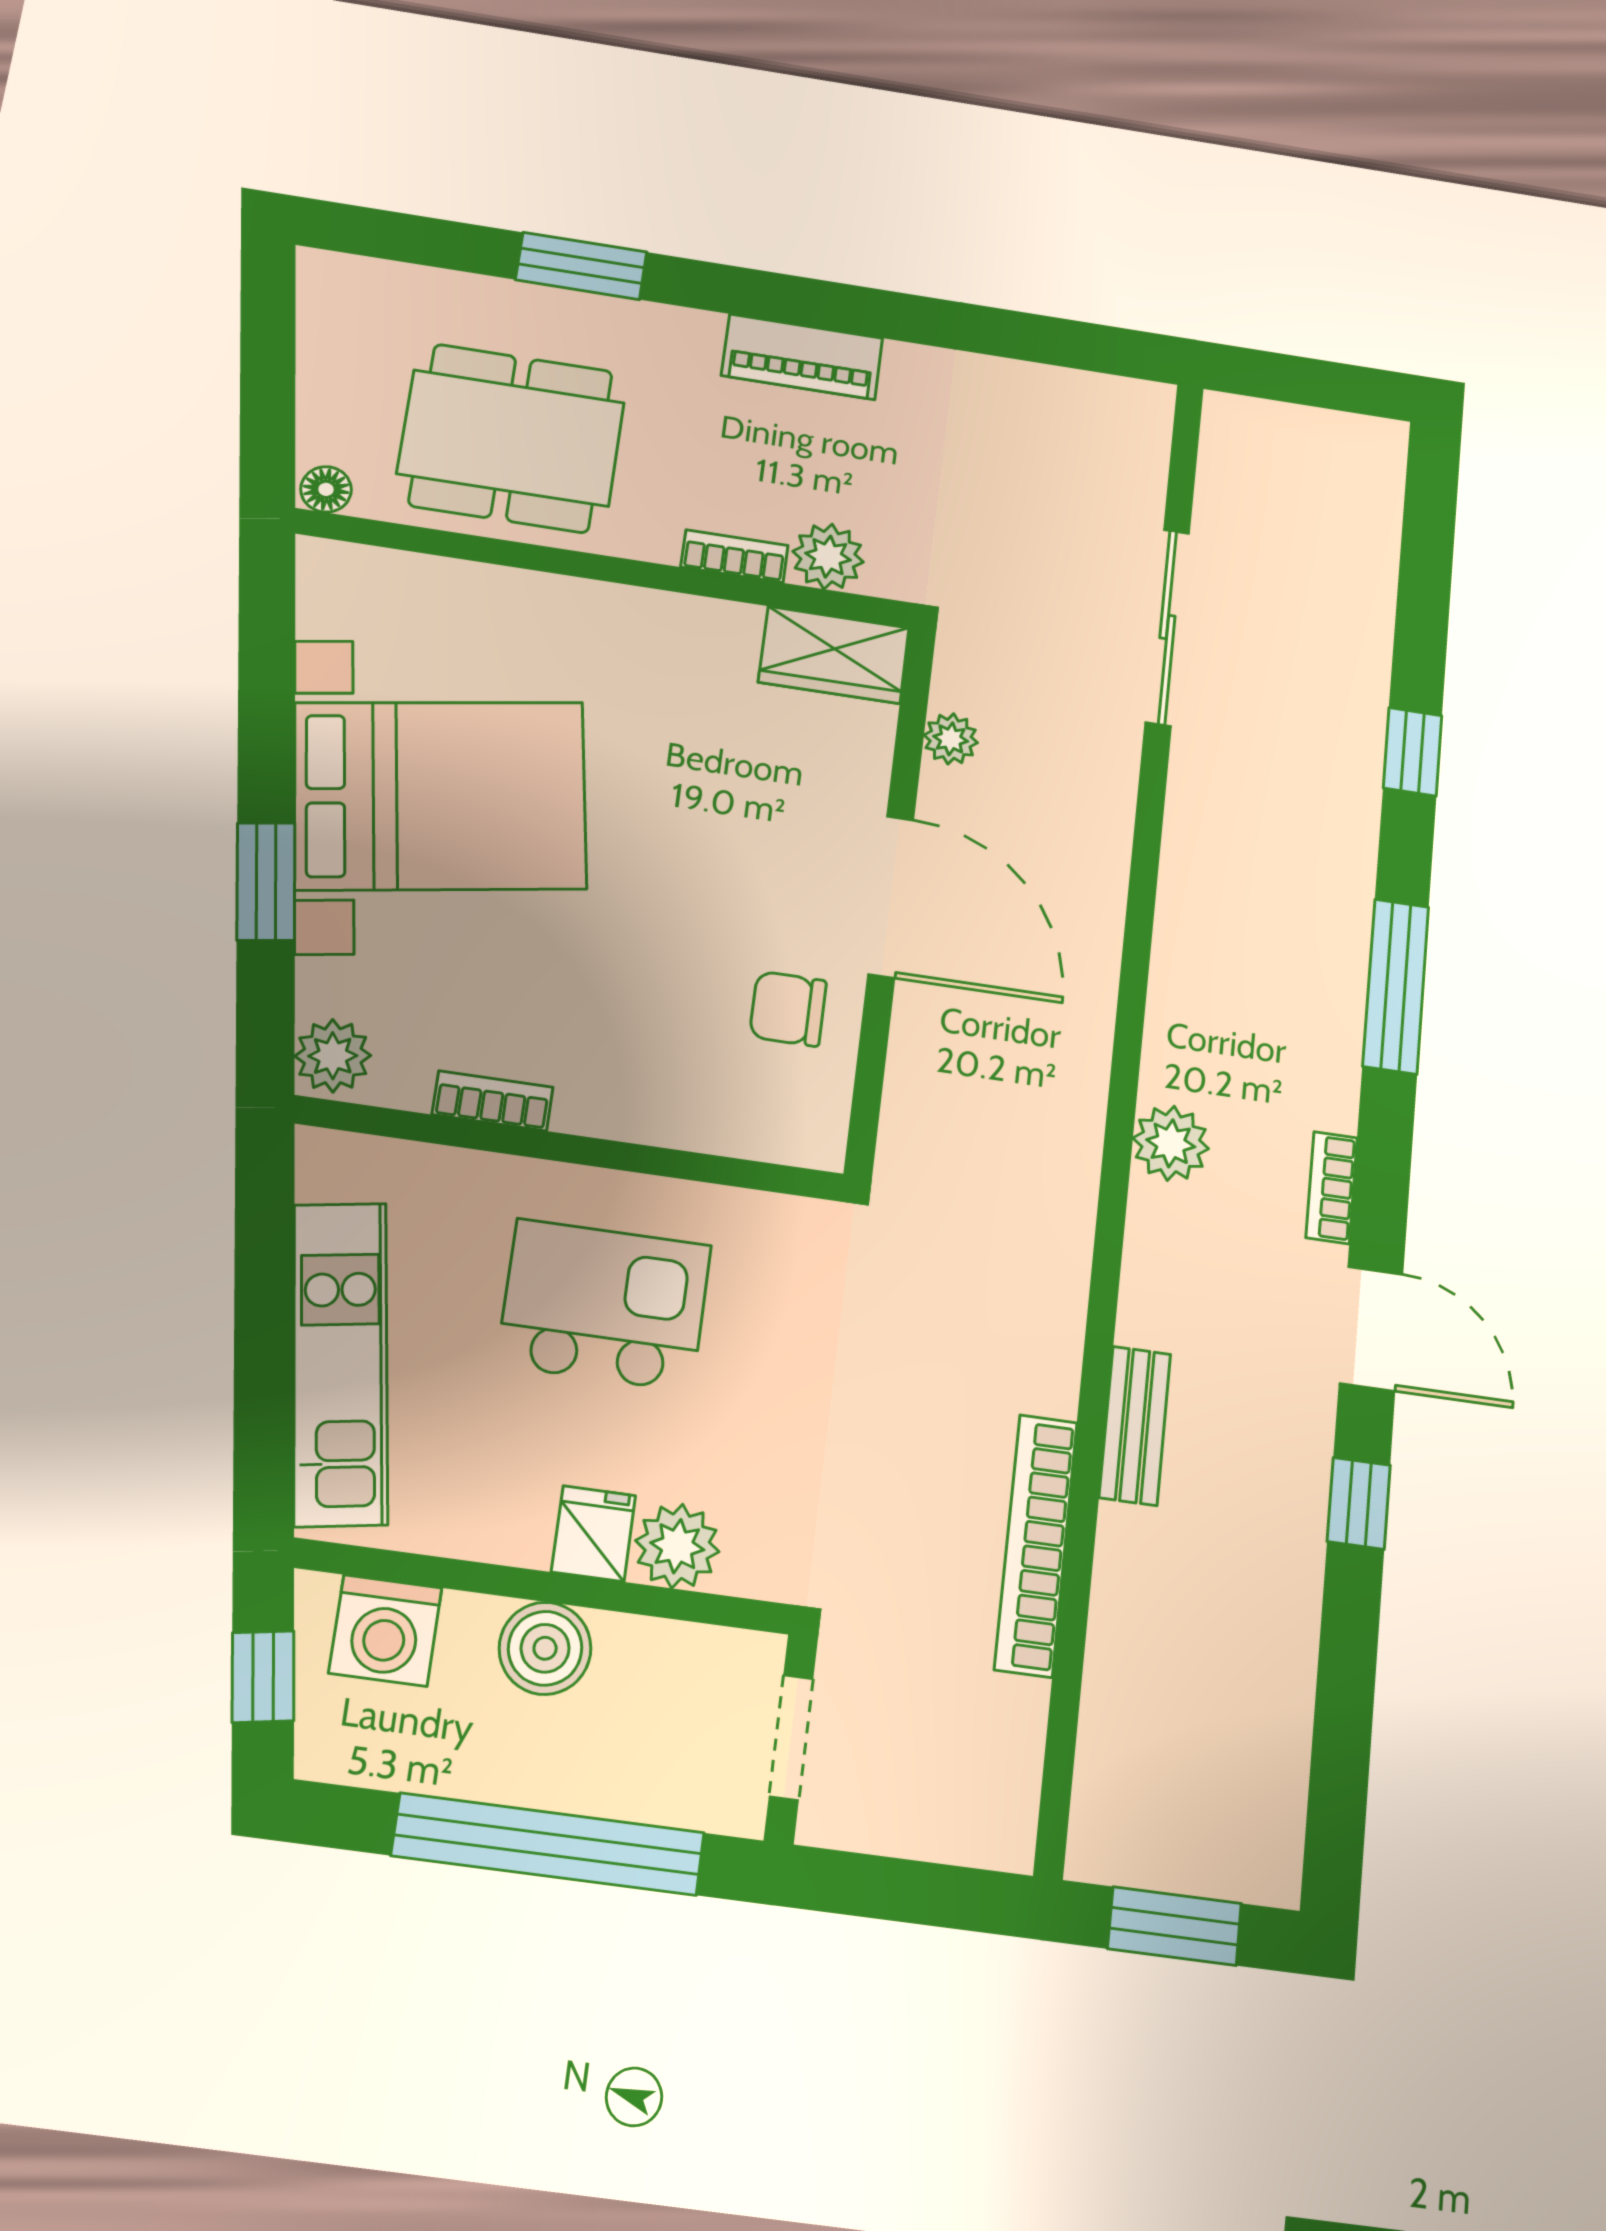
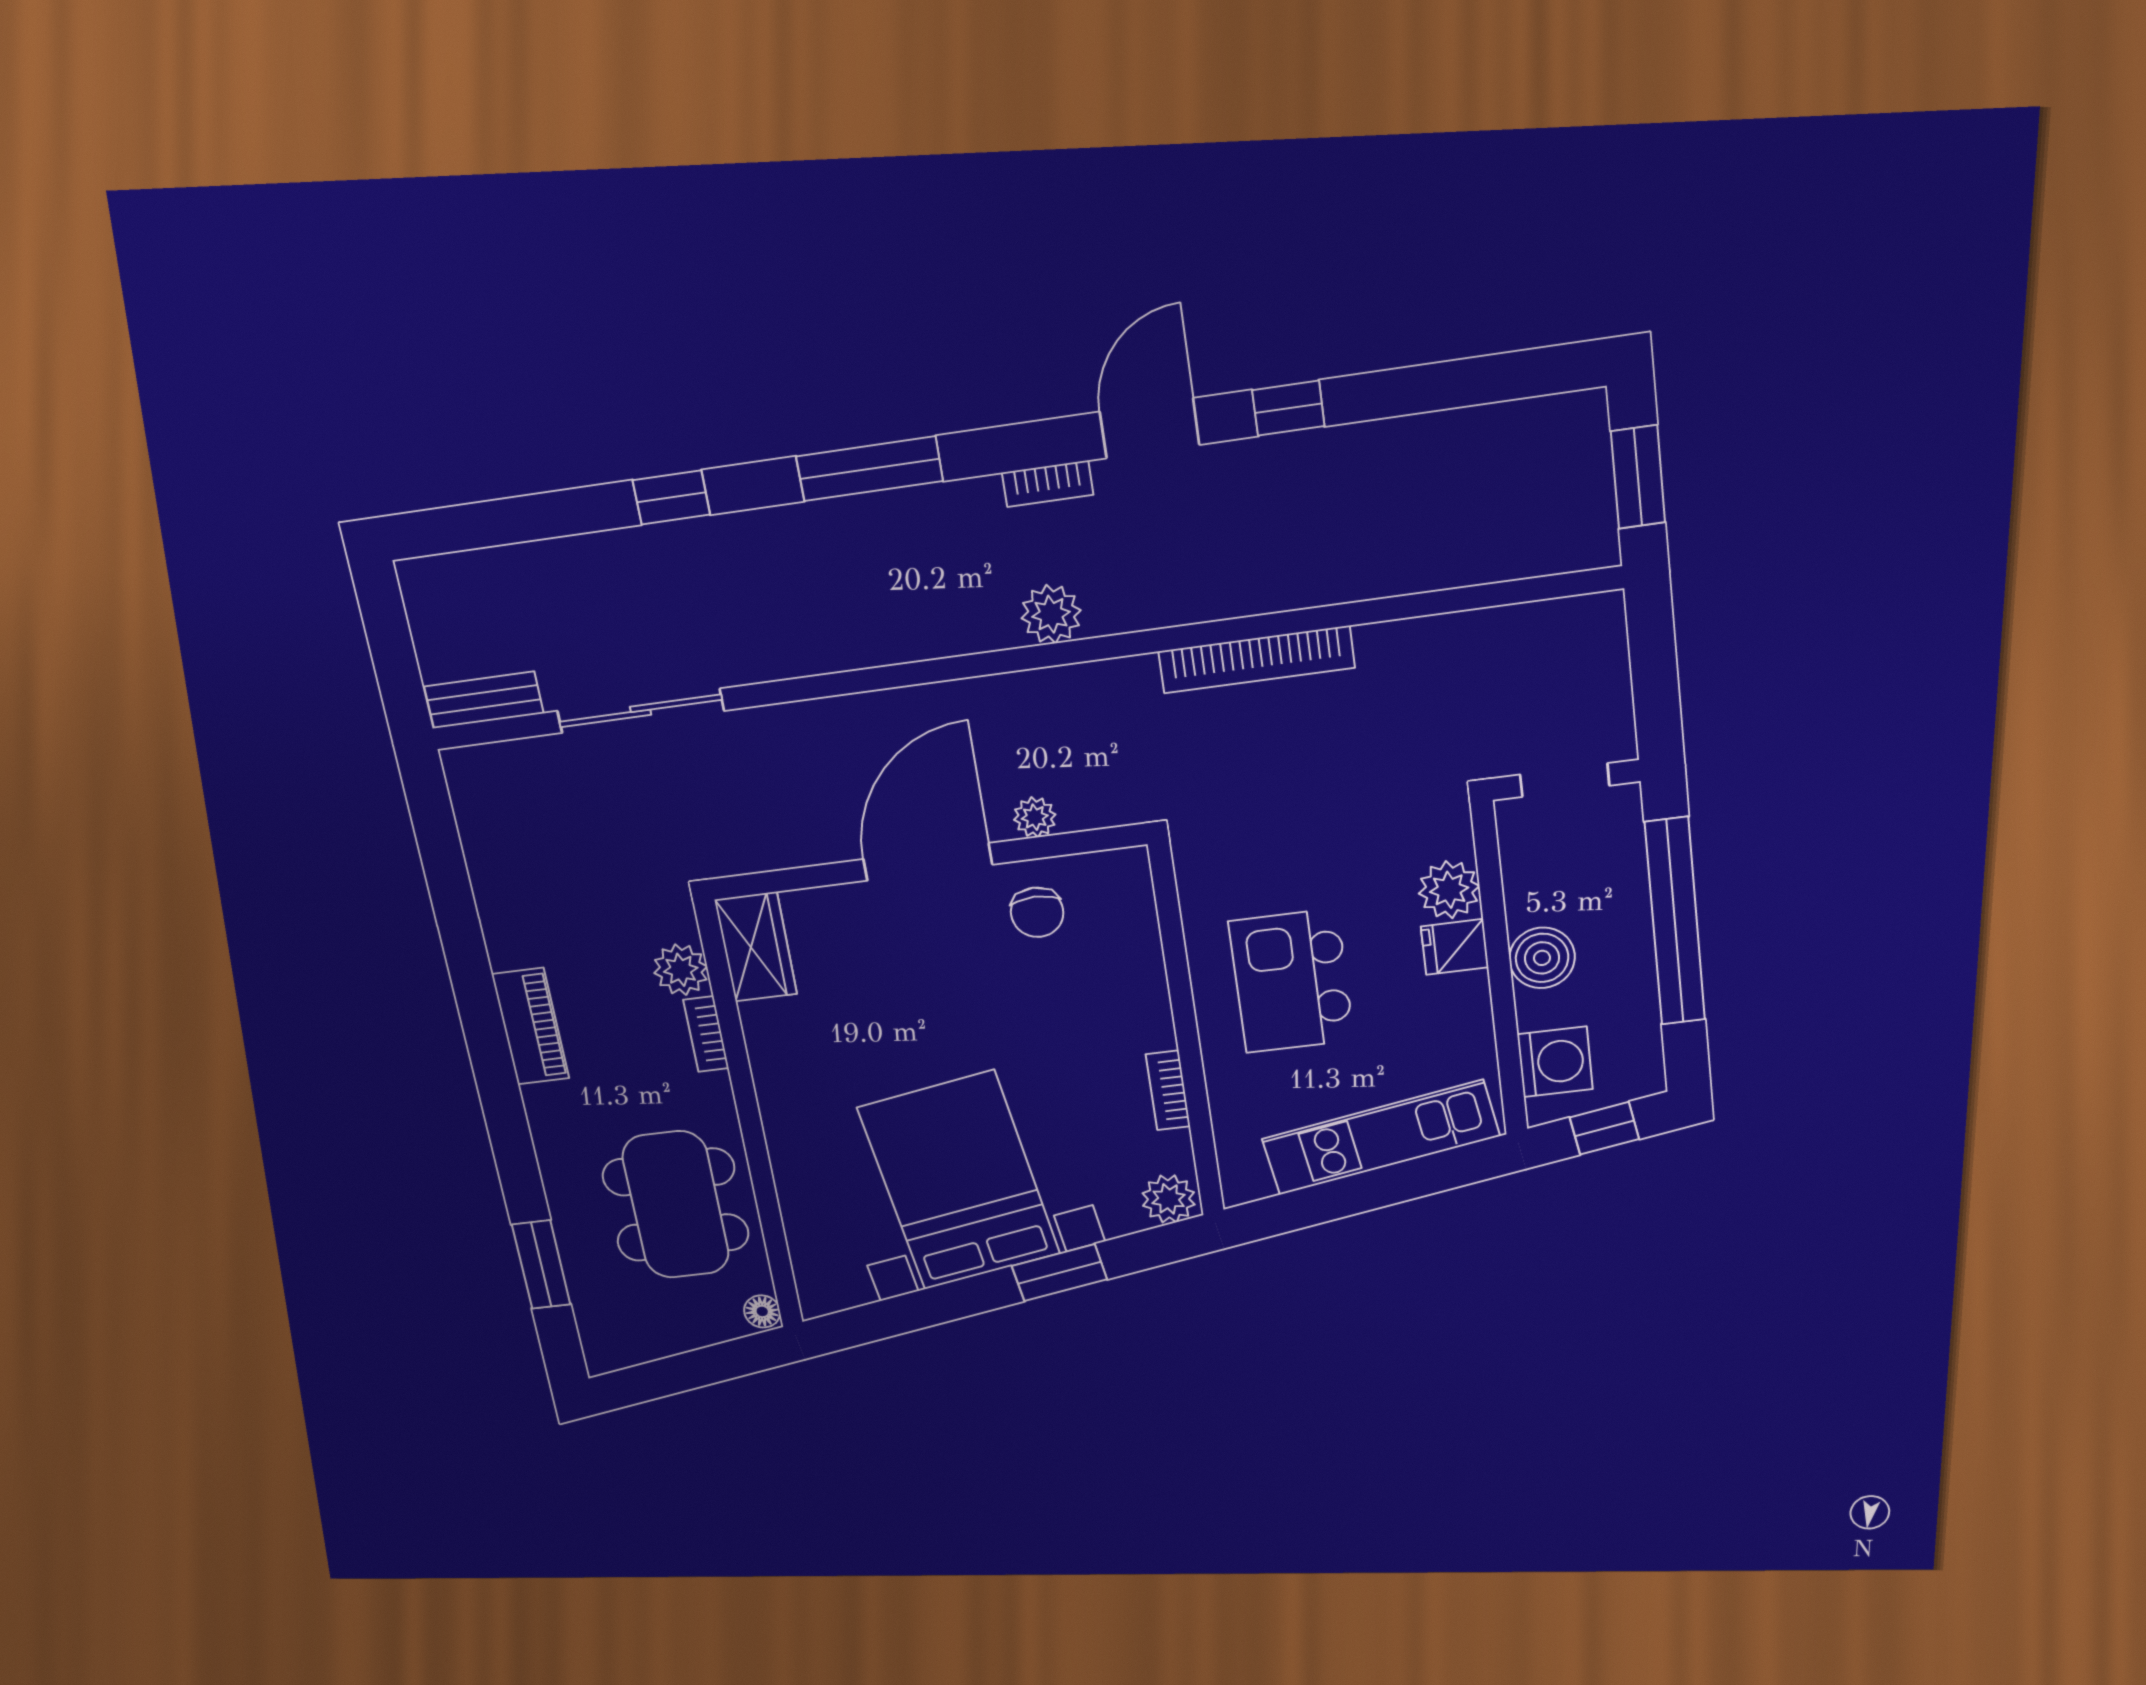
window: (581, 266) -> (541, 1265), moved
plant: (951, 739) -> (1035, 817), moved
bench: (1135, 1426) -> (484, 700), moved
bookcase: (1036, 1545) -> (1256, 660), moved

